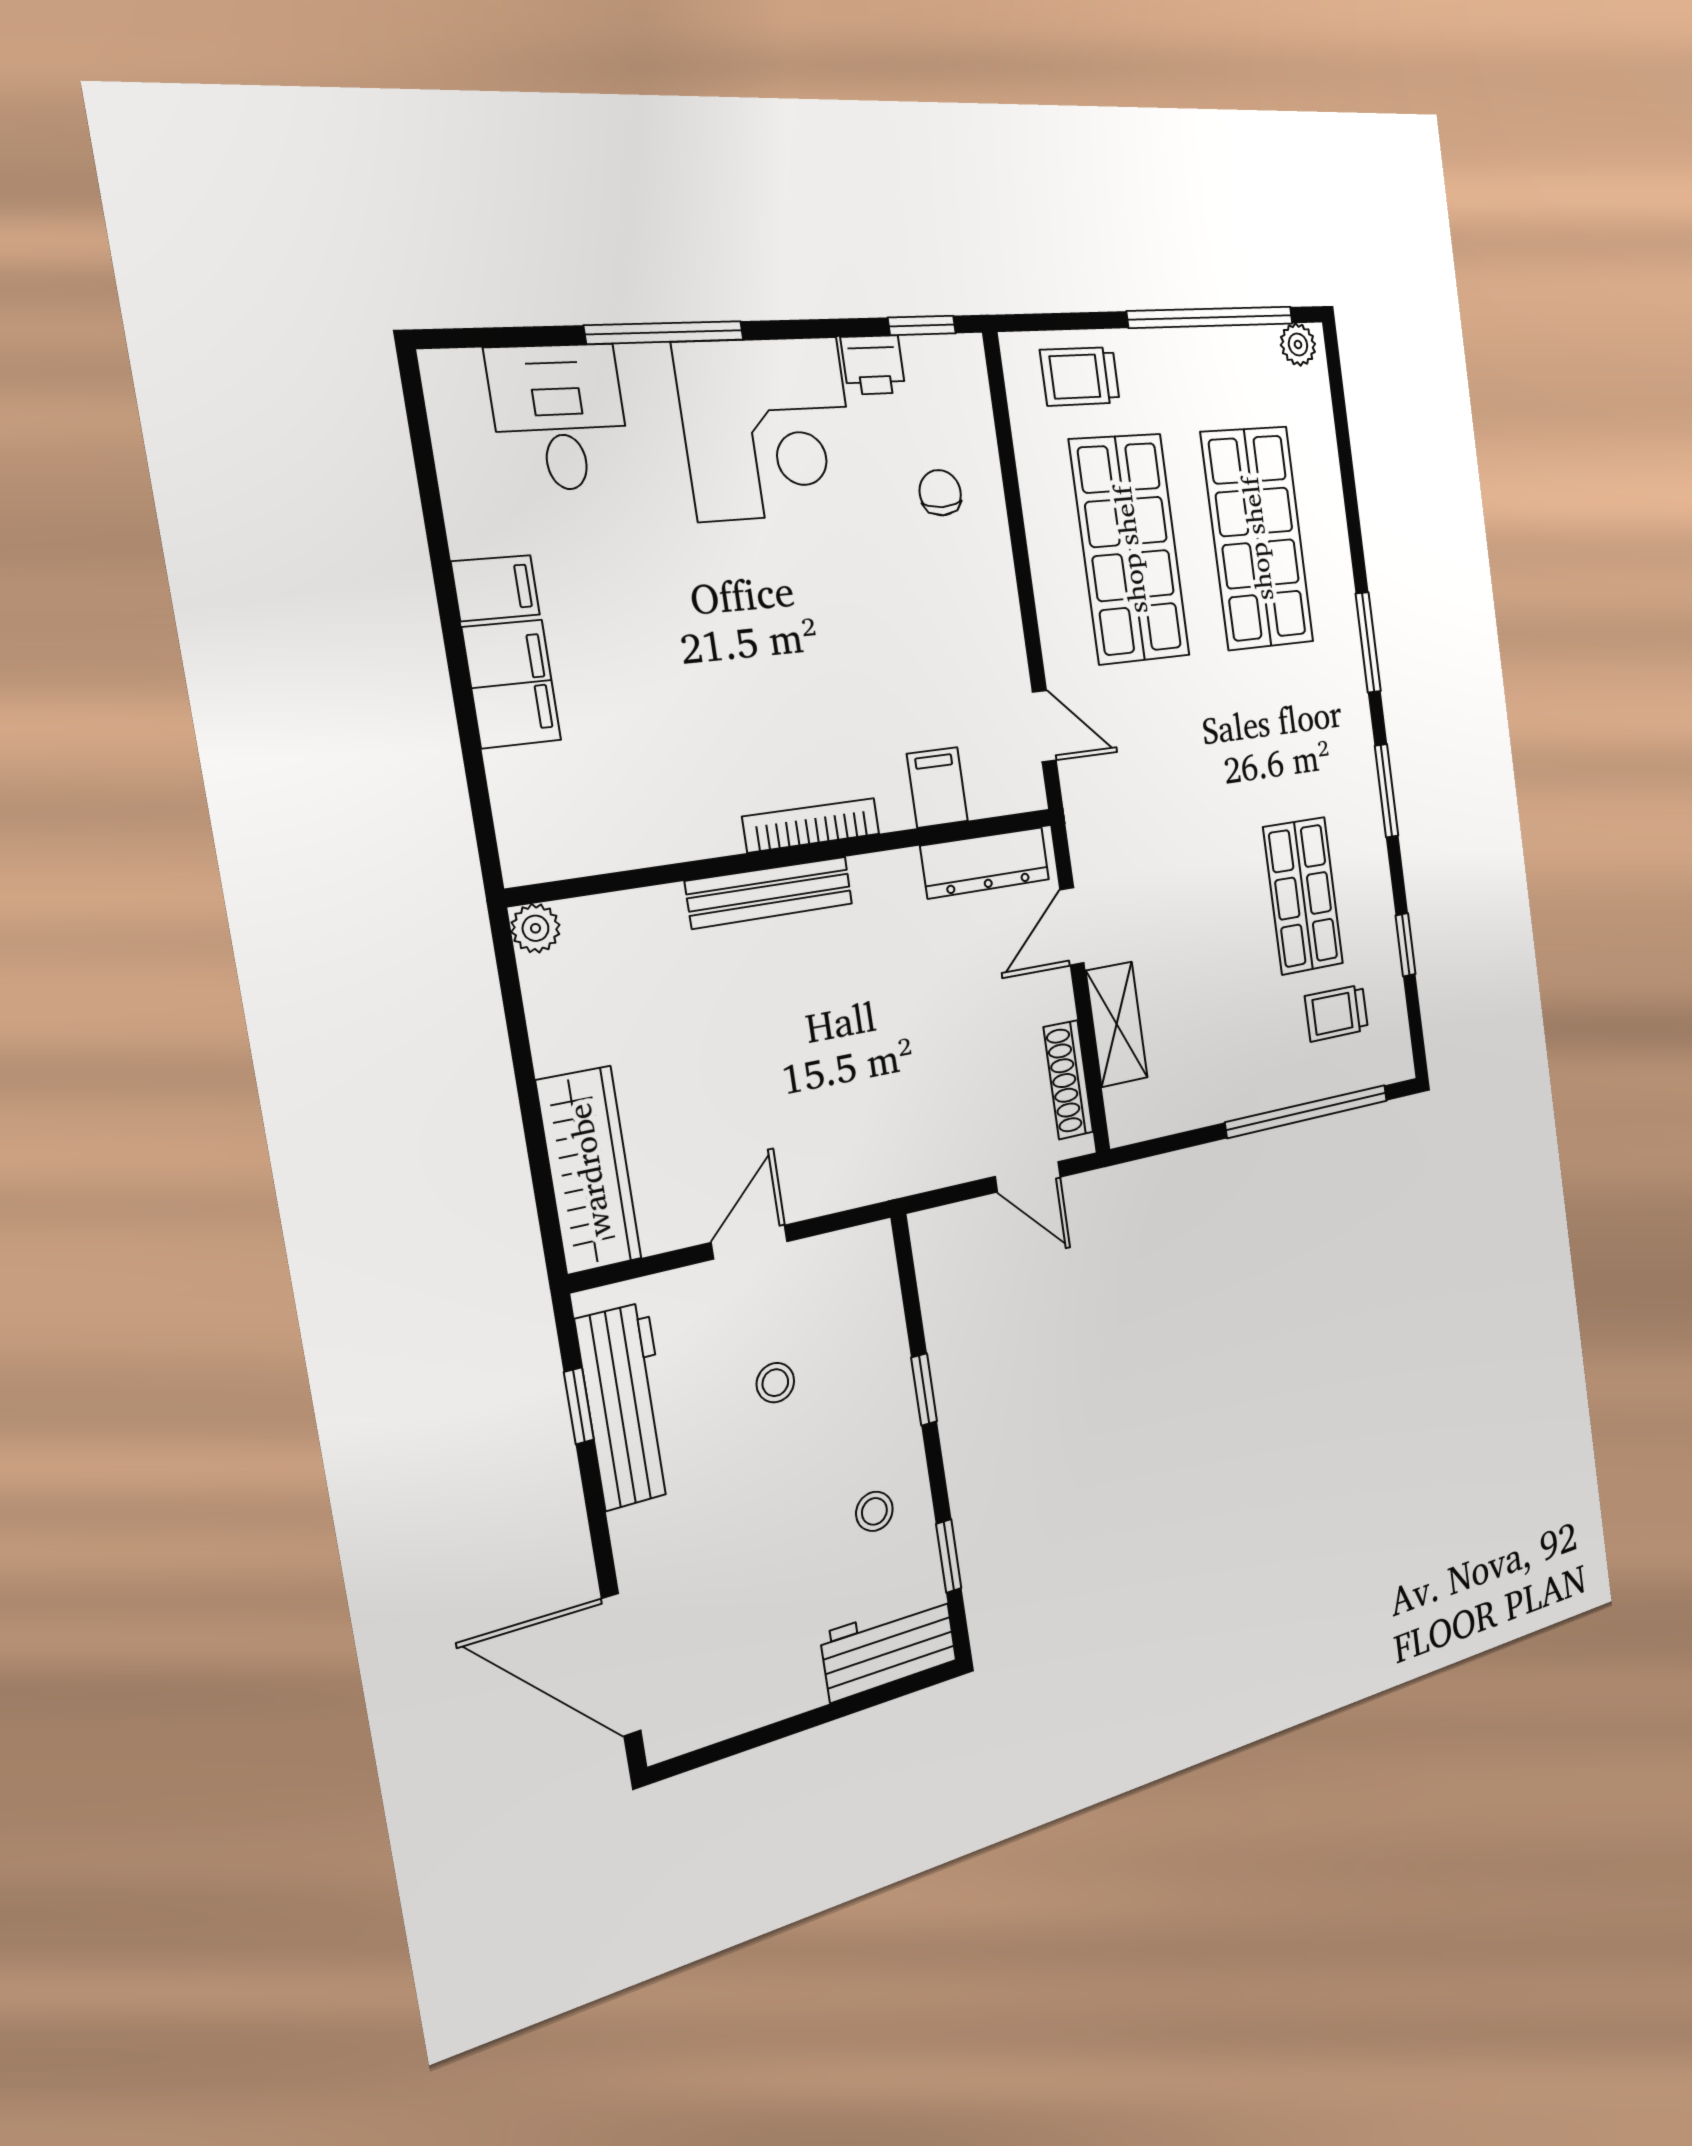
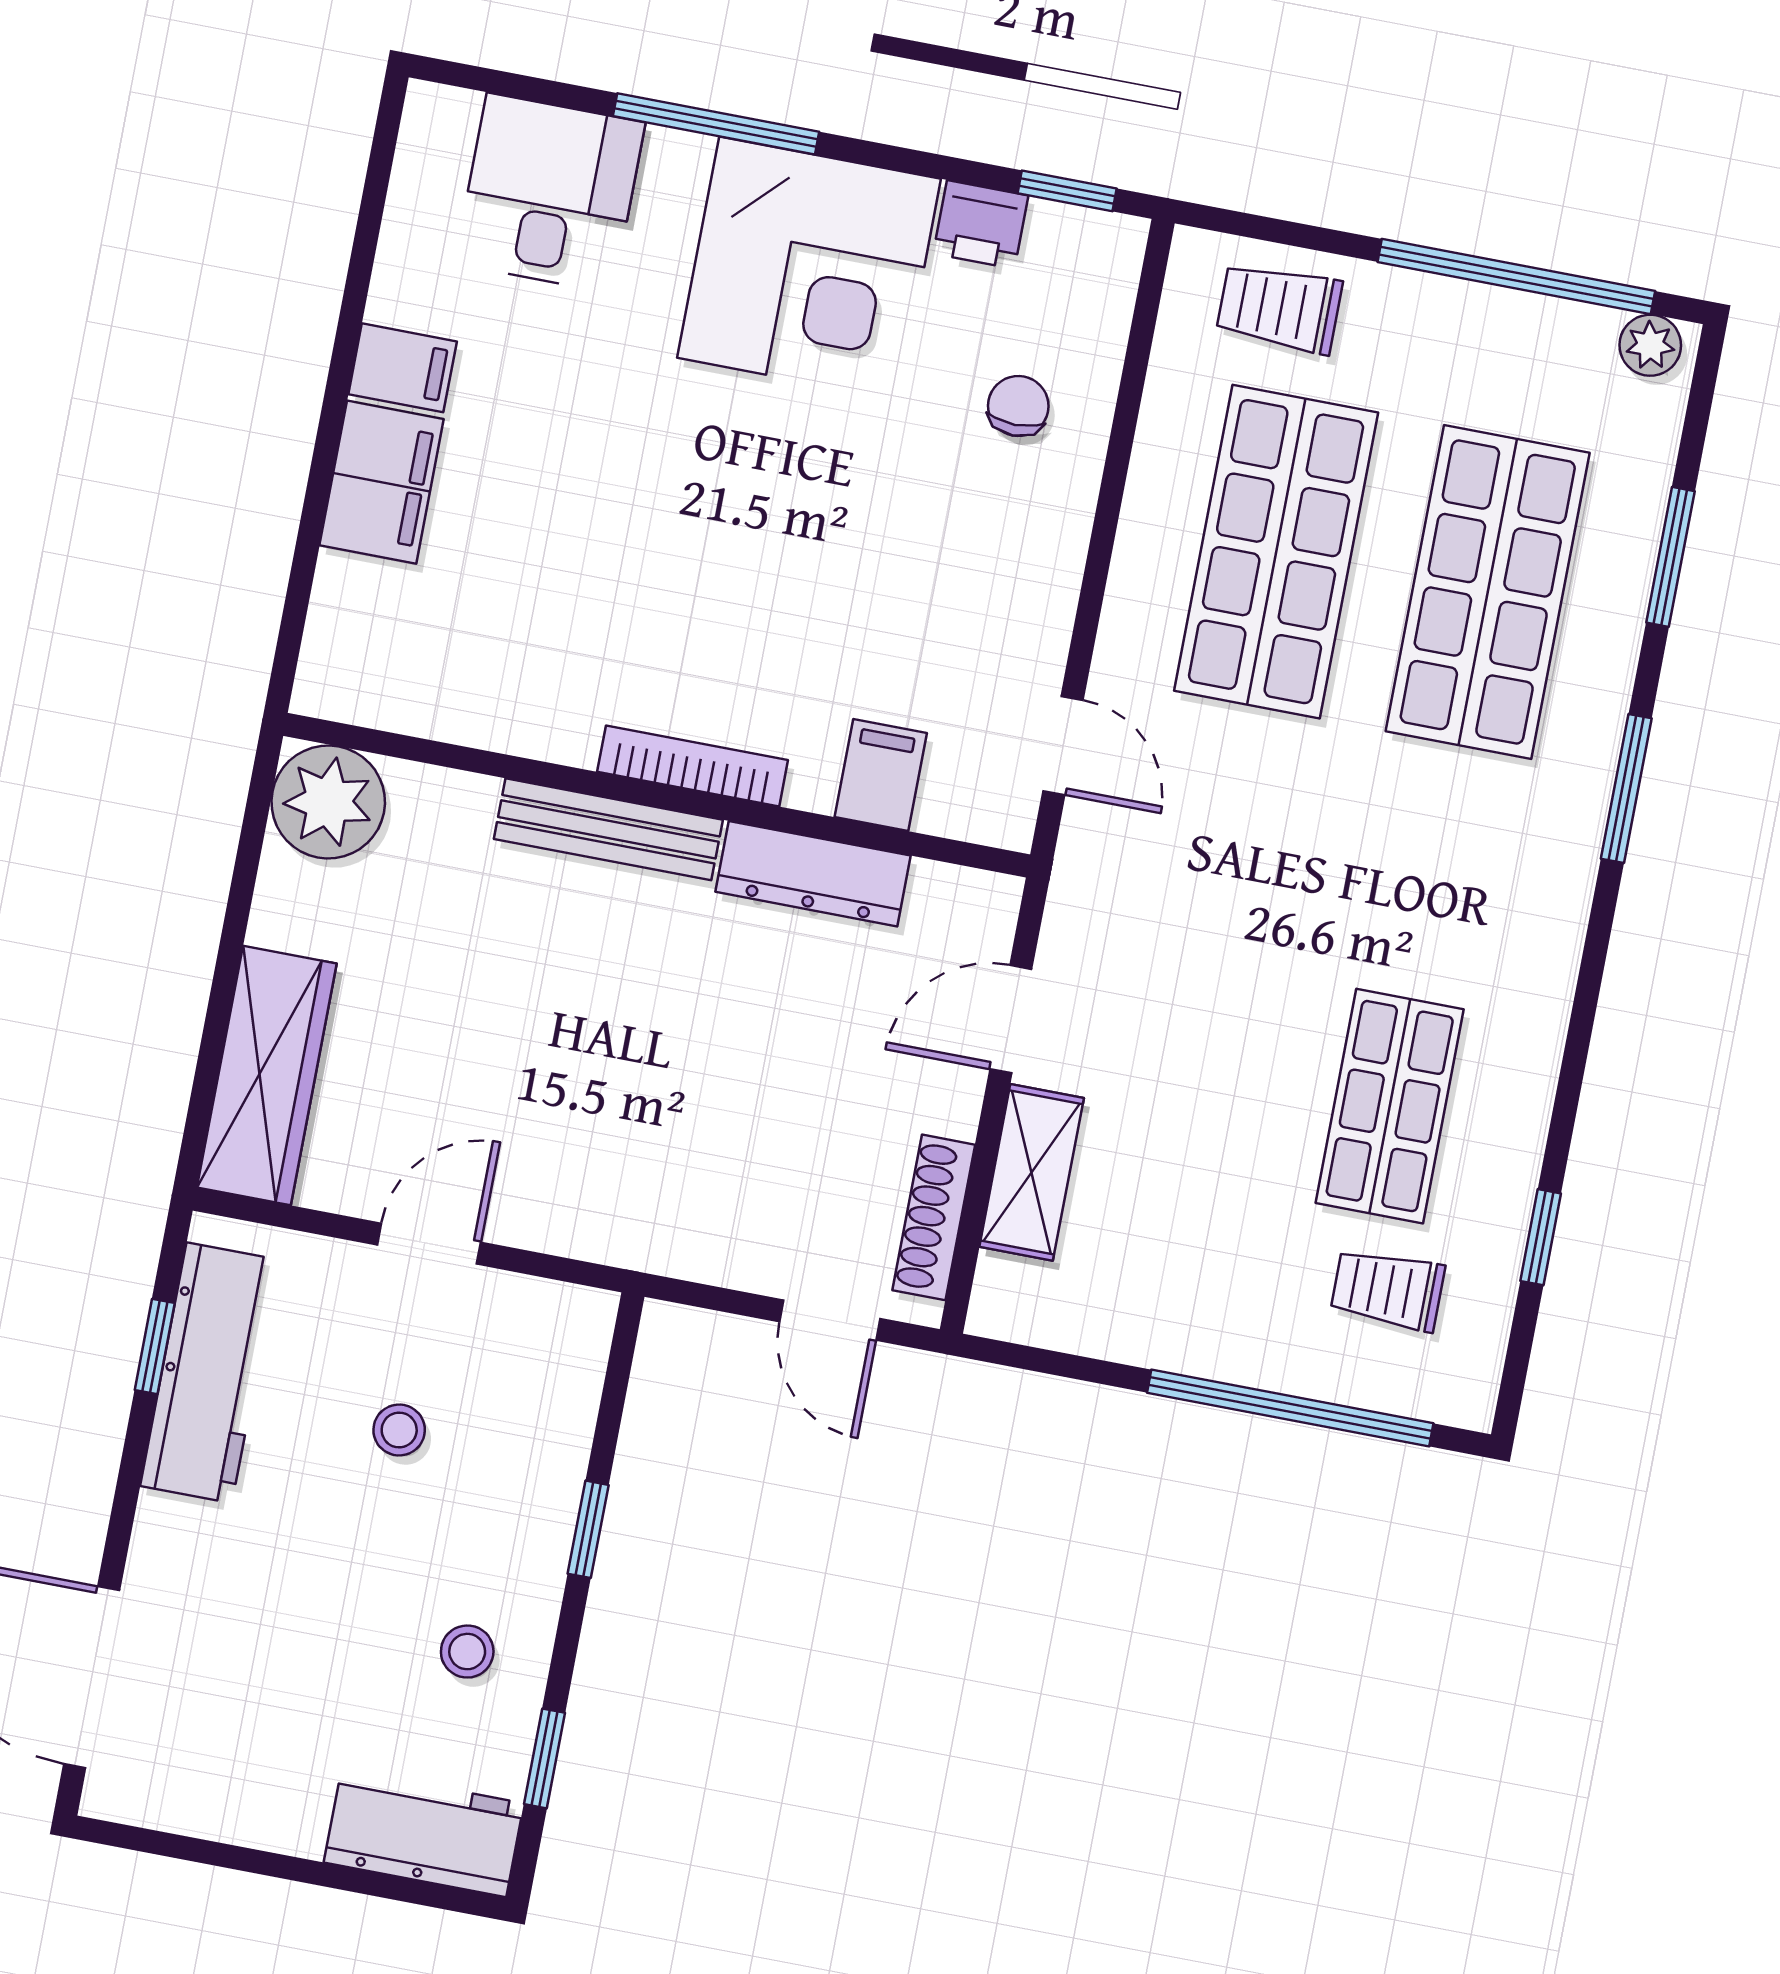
window: (1387, 791) -> (1670, 557), moved
dresser: (985, 863) -> (813, 874), moved
plant: (535, 928) -> (328, 802), width x1.88, depth x1.88

